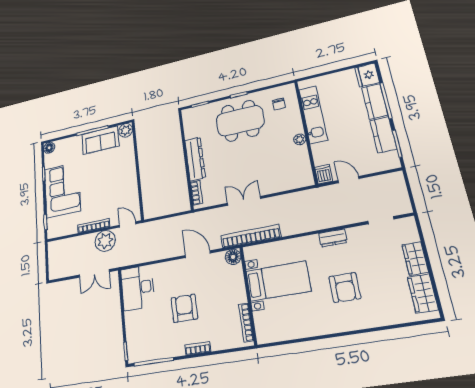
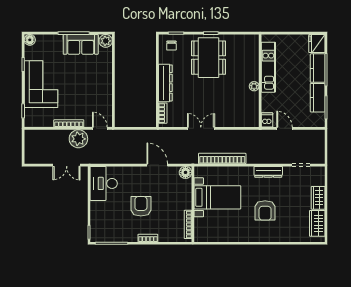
chair: (279, 104) -> (171, 46), moved
dining table: (240, 121) -> (208, 58), turned 90
bookcase: (251, 236) -> (222, 158), moved
dresser: (333, 238) -> (268, 172), width x1.44

